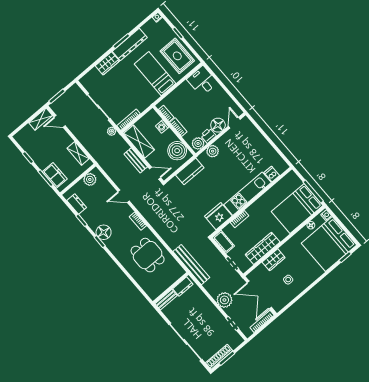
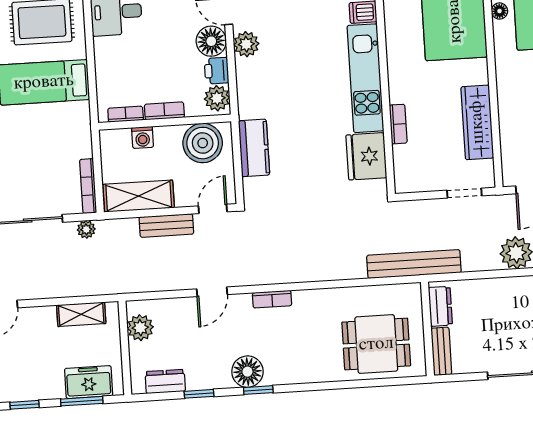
plant: (213, 151) -> (246, 44), moved
cot: (223, 242) -> (416, 180), removed
dining table: (148, 255) -> (376, 344), moved
wardrobe: (274, 260) -> (511, 118), removed

